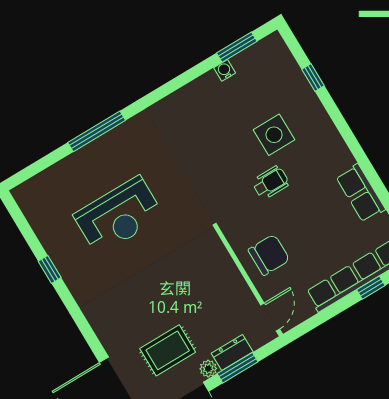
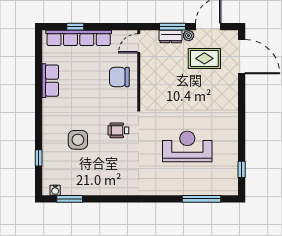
water cooler: (225, 70) -> (55, 190), moved
window: (97, 131) -> (202, 199), moved
wheelchair: (271, 183) -> (118, 130), moved
window: (50, 269) -> (242, 169), moved

